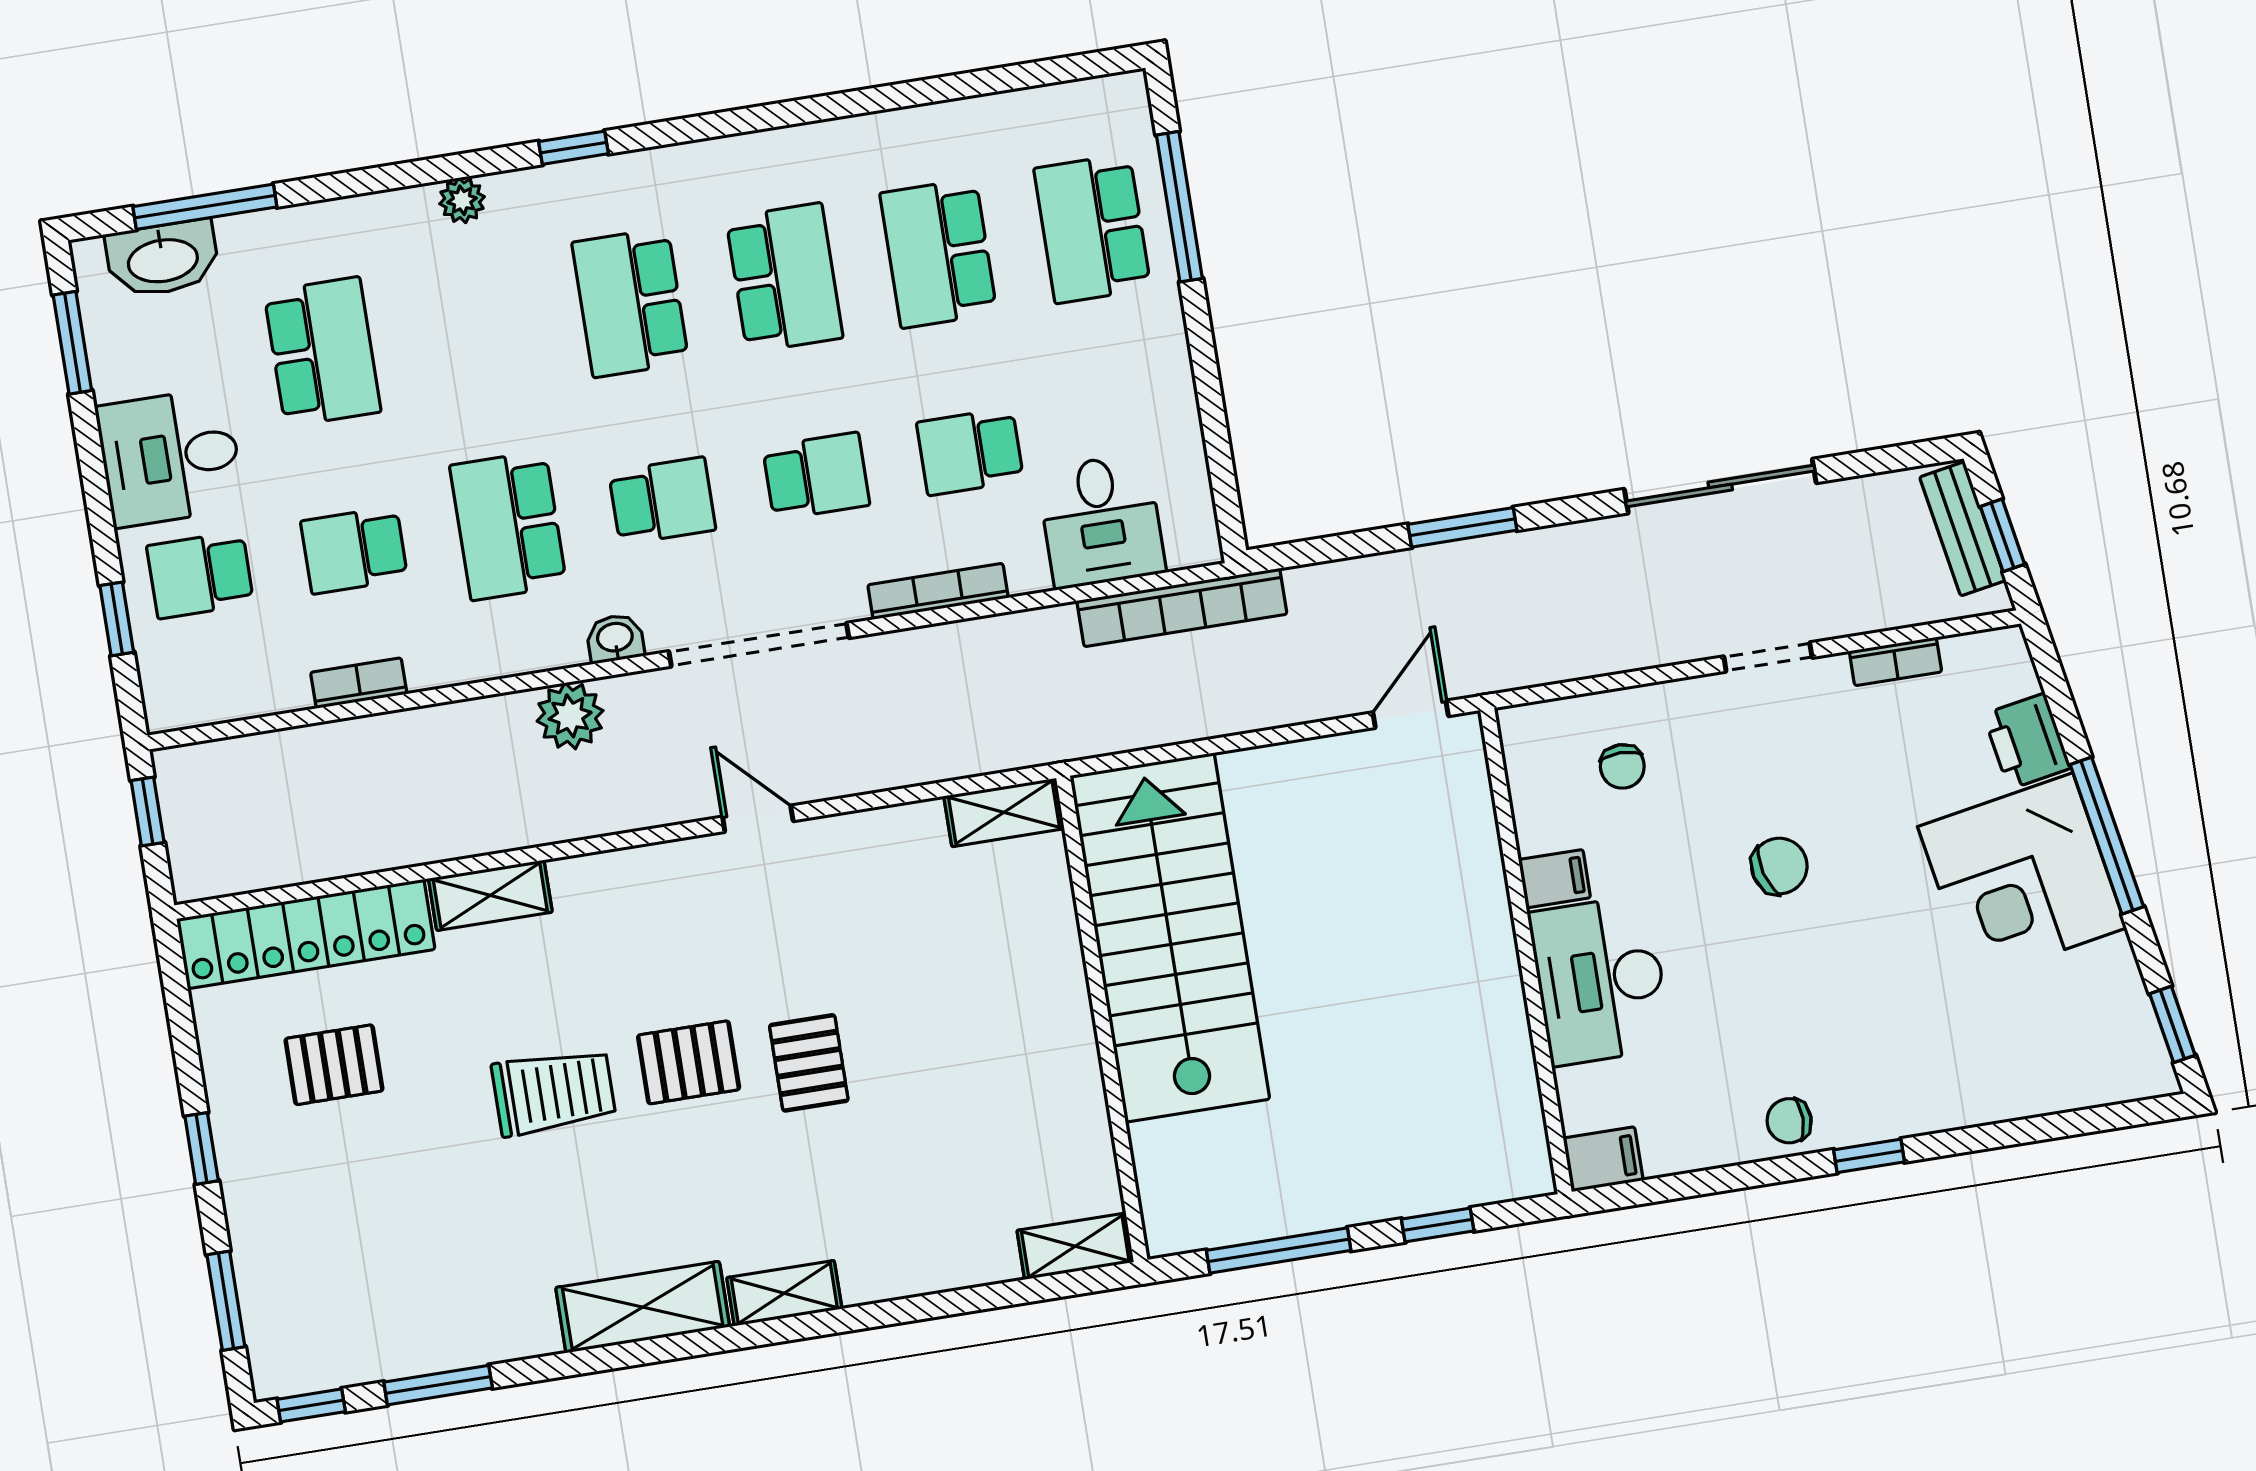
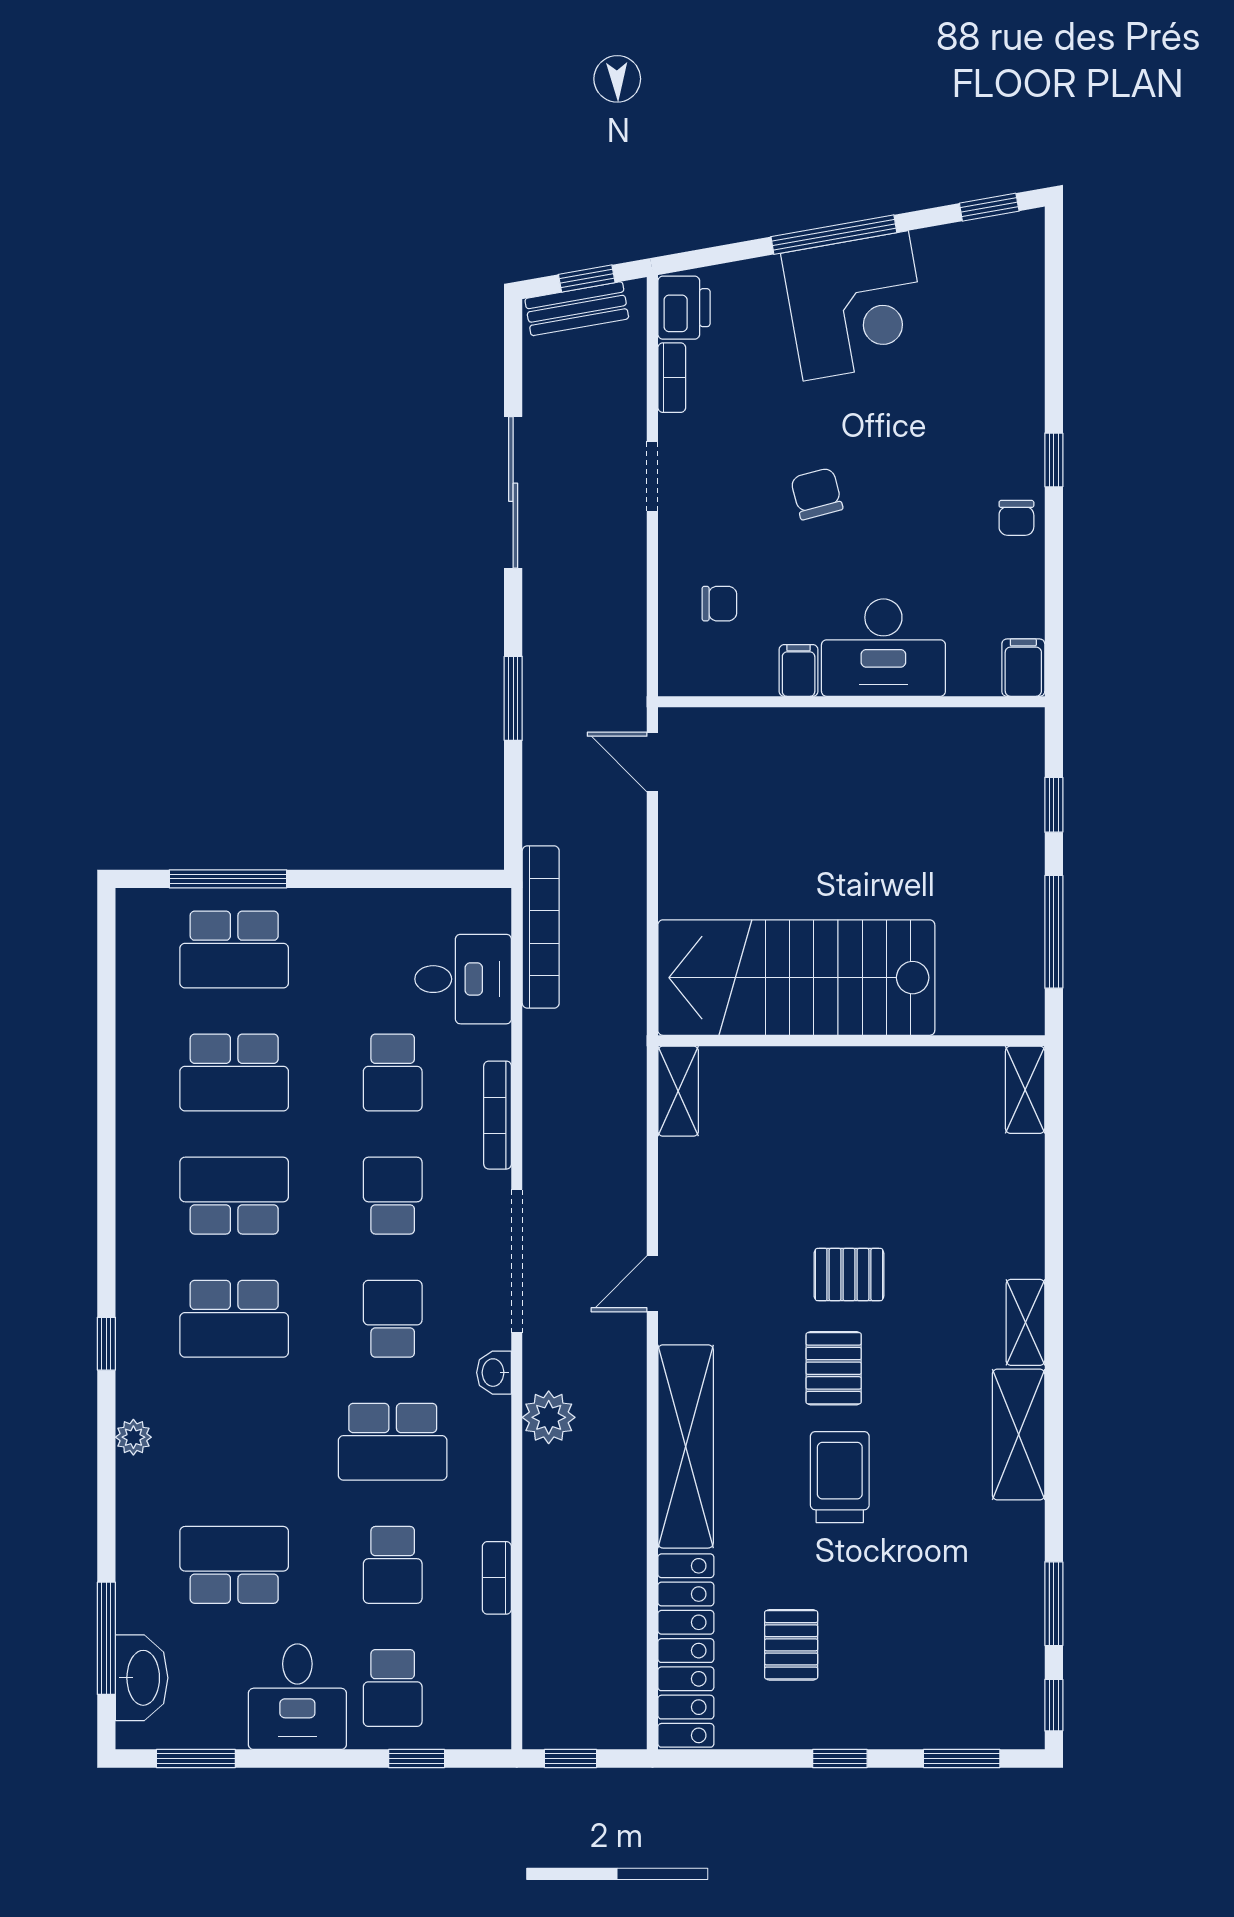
printer: (2027, 741) -> (684, 308), moved, turned -80
shelving: (490, 895) -> (686, 1446), width x2.20, depth x1.33

